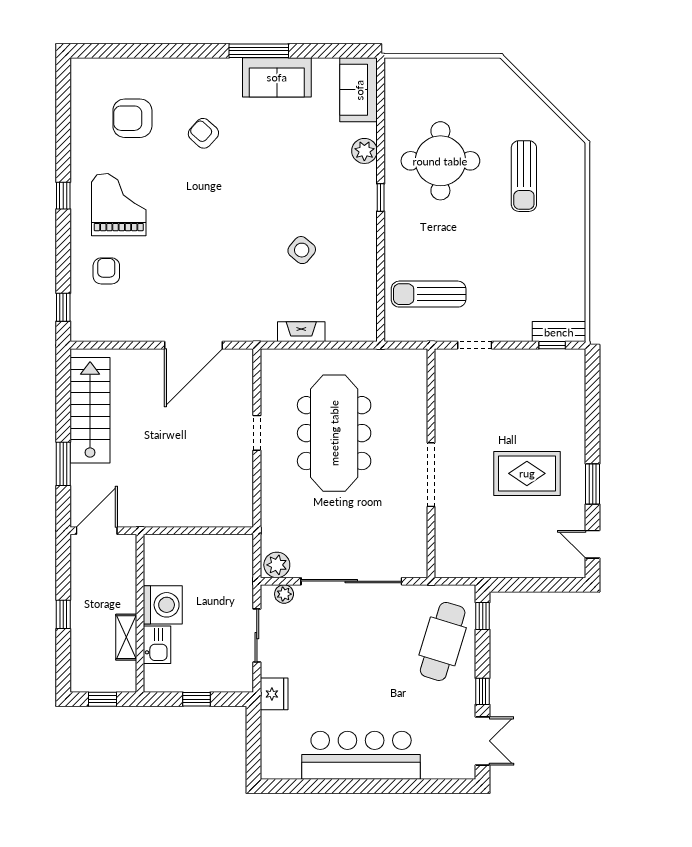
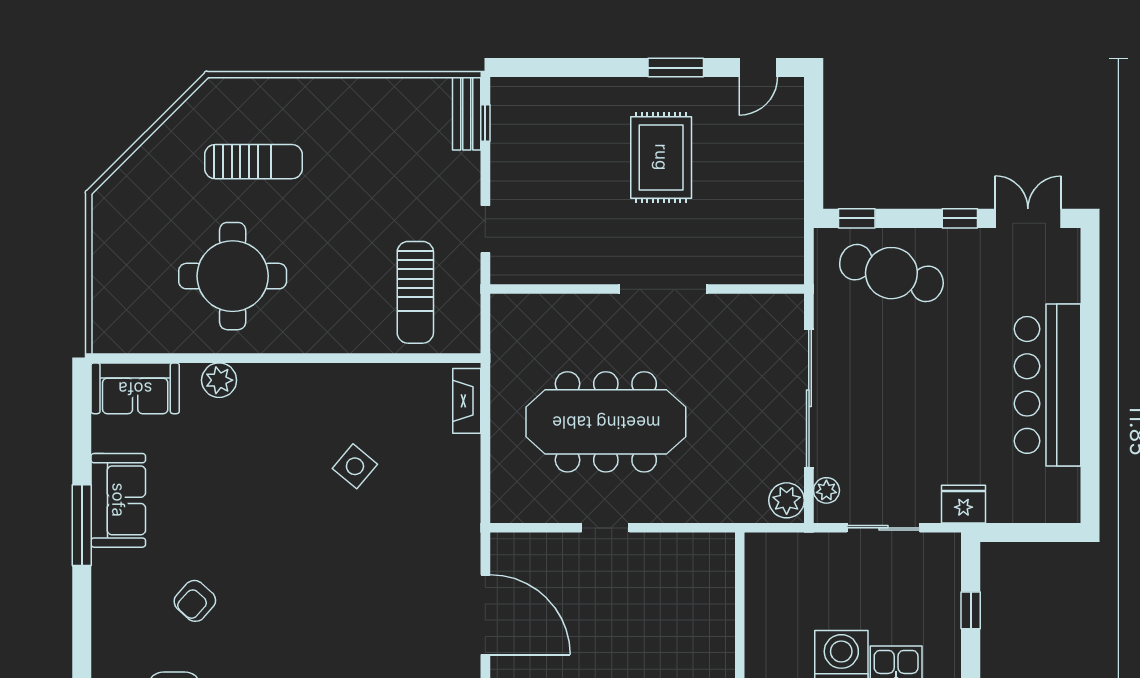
window: (381, 198) -> (283, 358), removed
fireplace: (301, 332) -> (467, 401), moved

